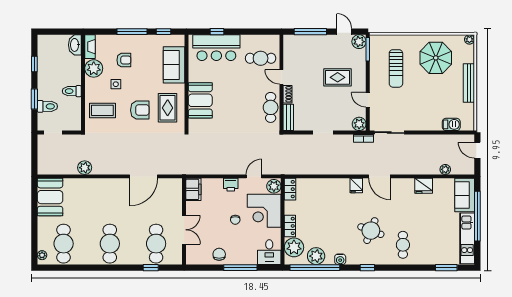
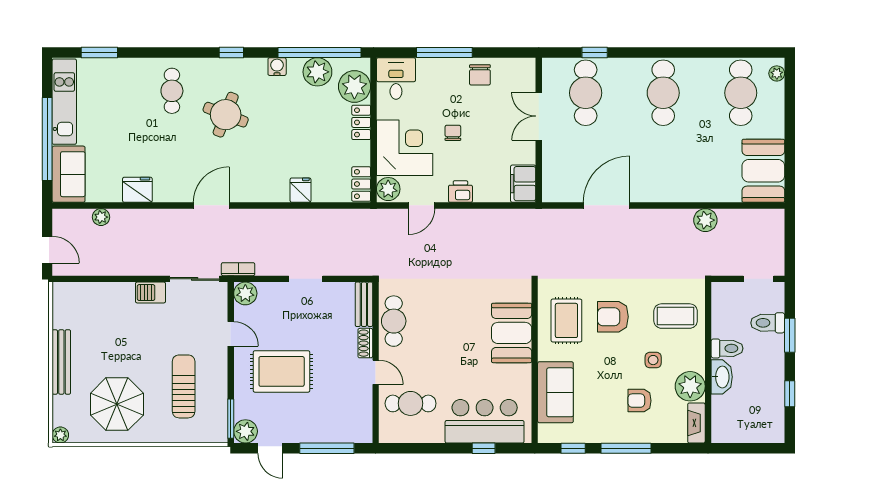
washbasin: (75, 45) -> (722, 377), moved
rug: (338, 77) -> (282, 371), width x1.36, depth x1.43
barbecue: (451, 124) -> (151, 293), moved
door: (379, 176) -> (211, 205), hinge flipped
fridge: (356, 186) -> (301, 190), moved

